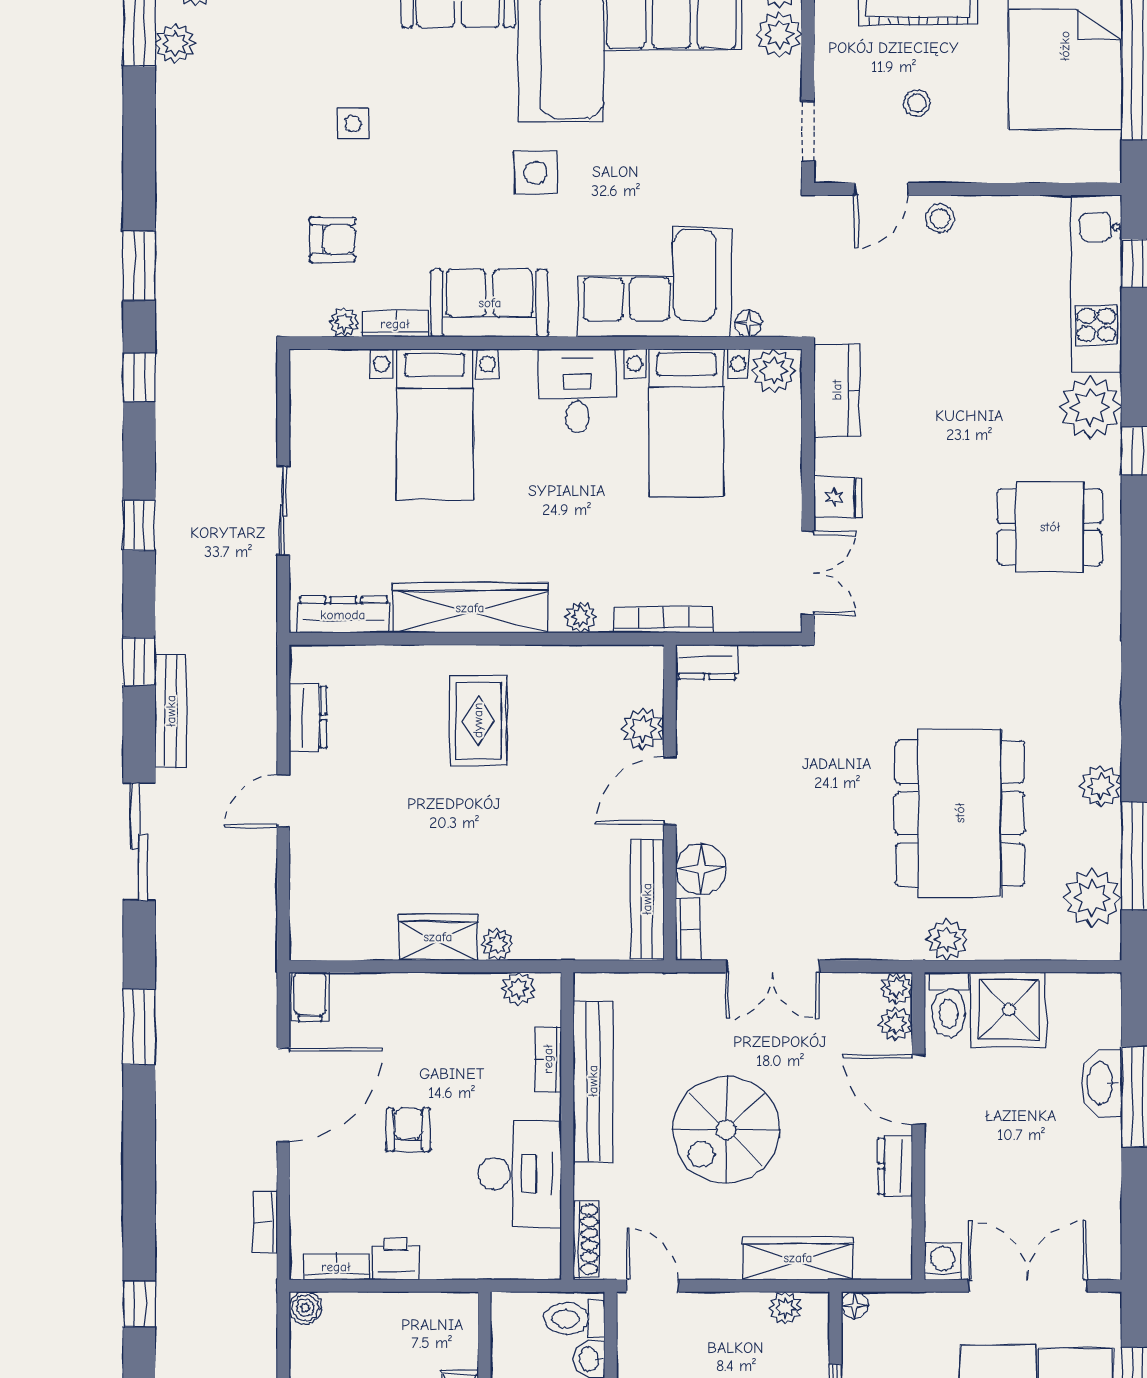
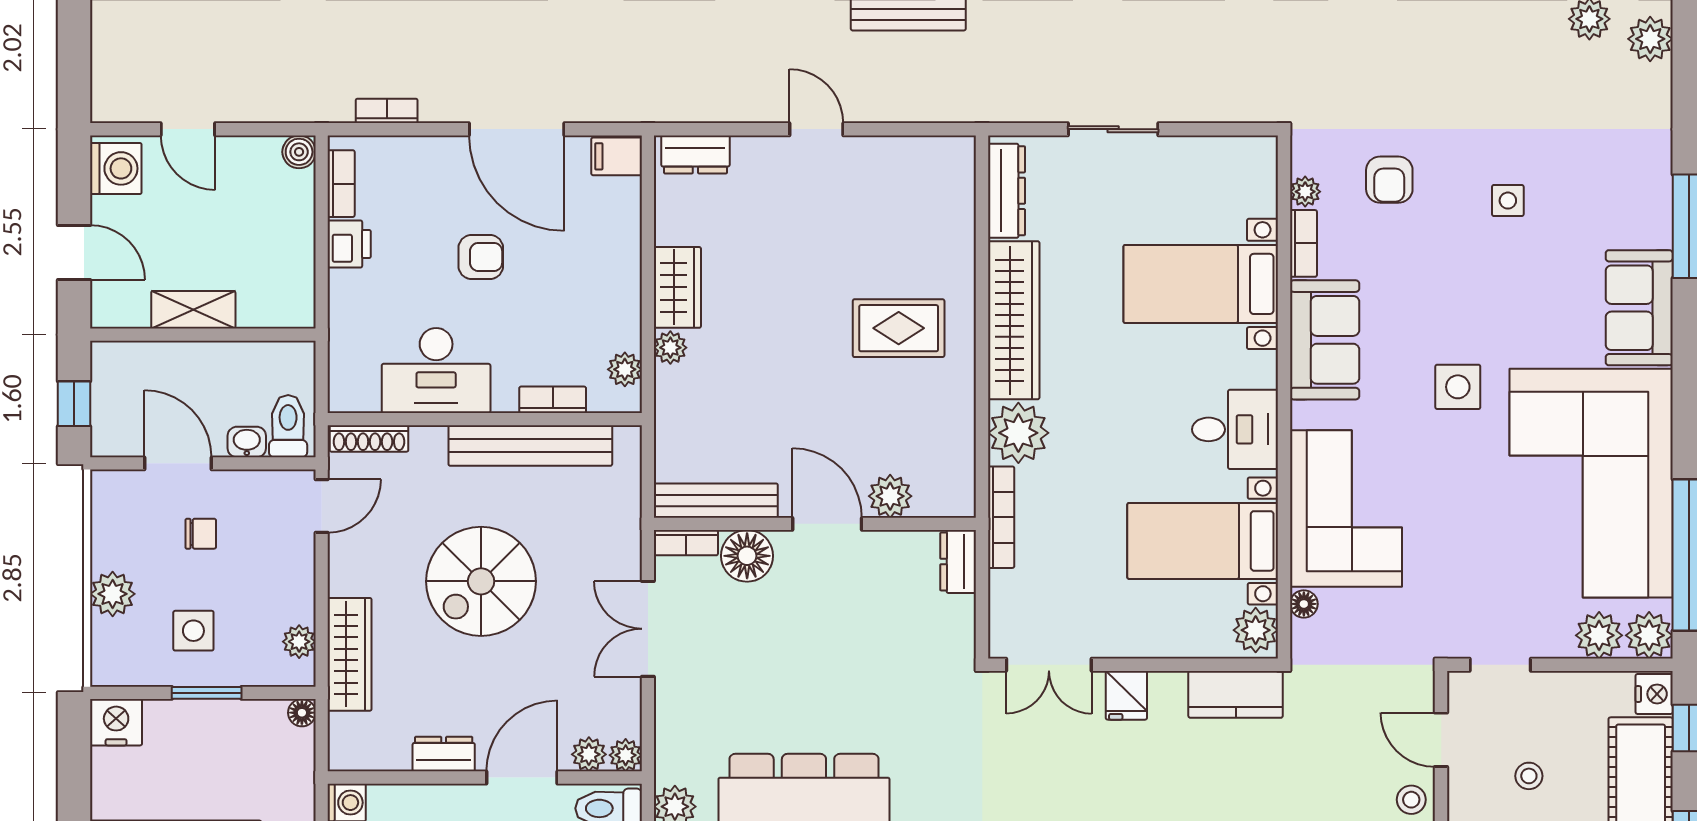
plant: (581, 617) -> (1018, 433), width x1.88, depth x1.88
dresser: (308, 717) -> (695, 154), moved
spiral stairs: (726, 1130) -> (481, 581), turned -90

